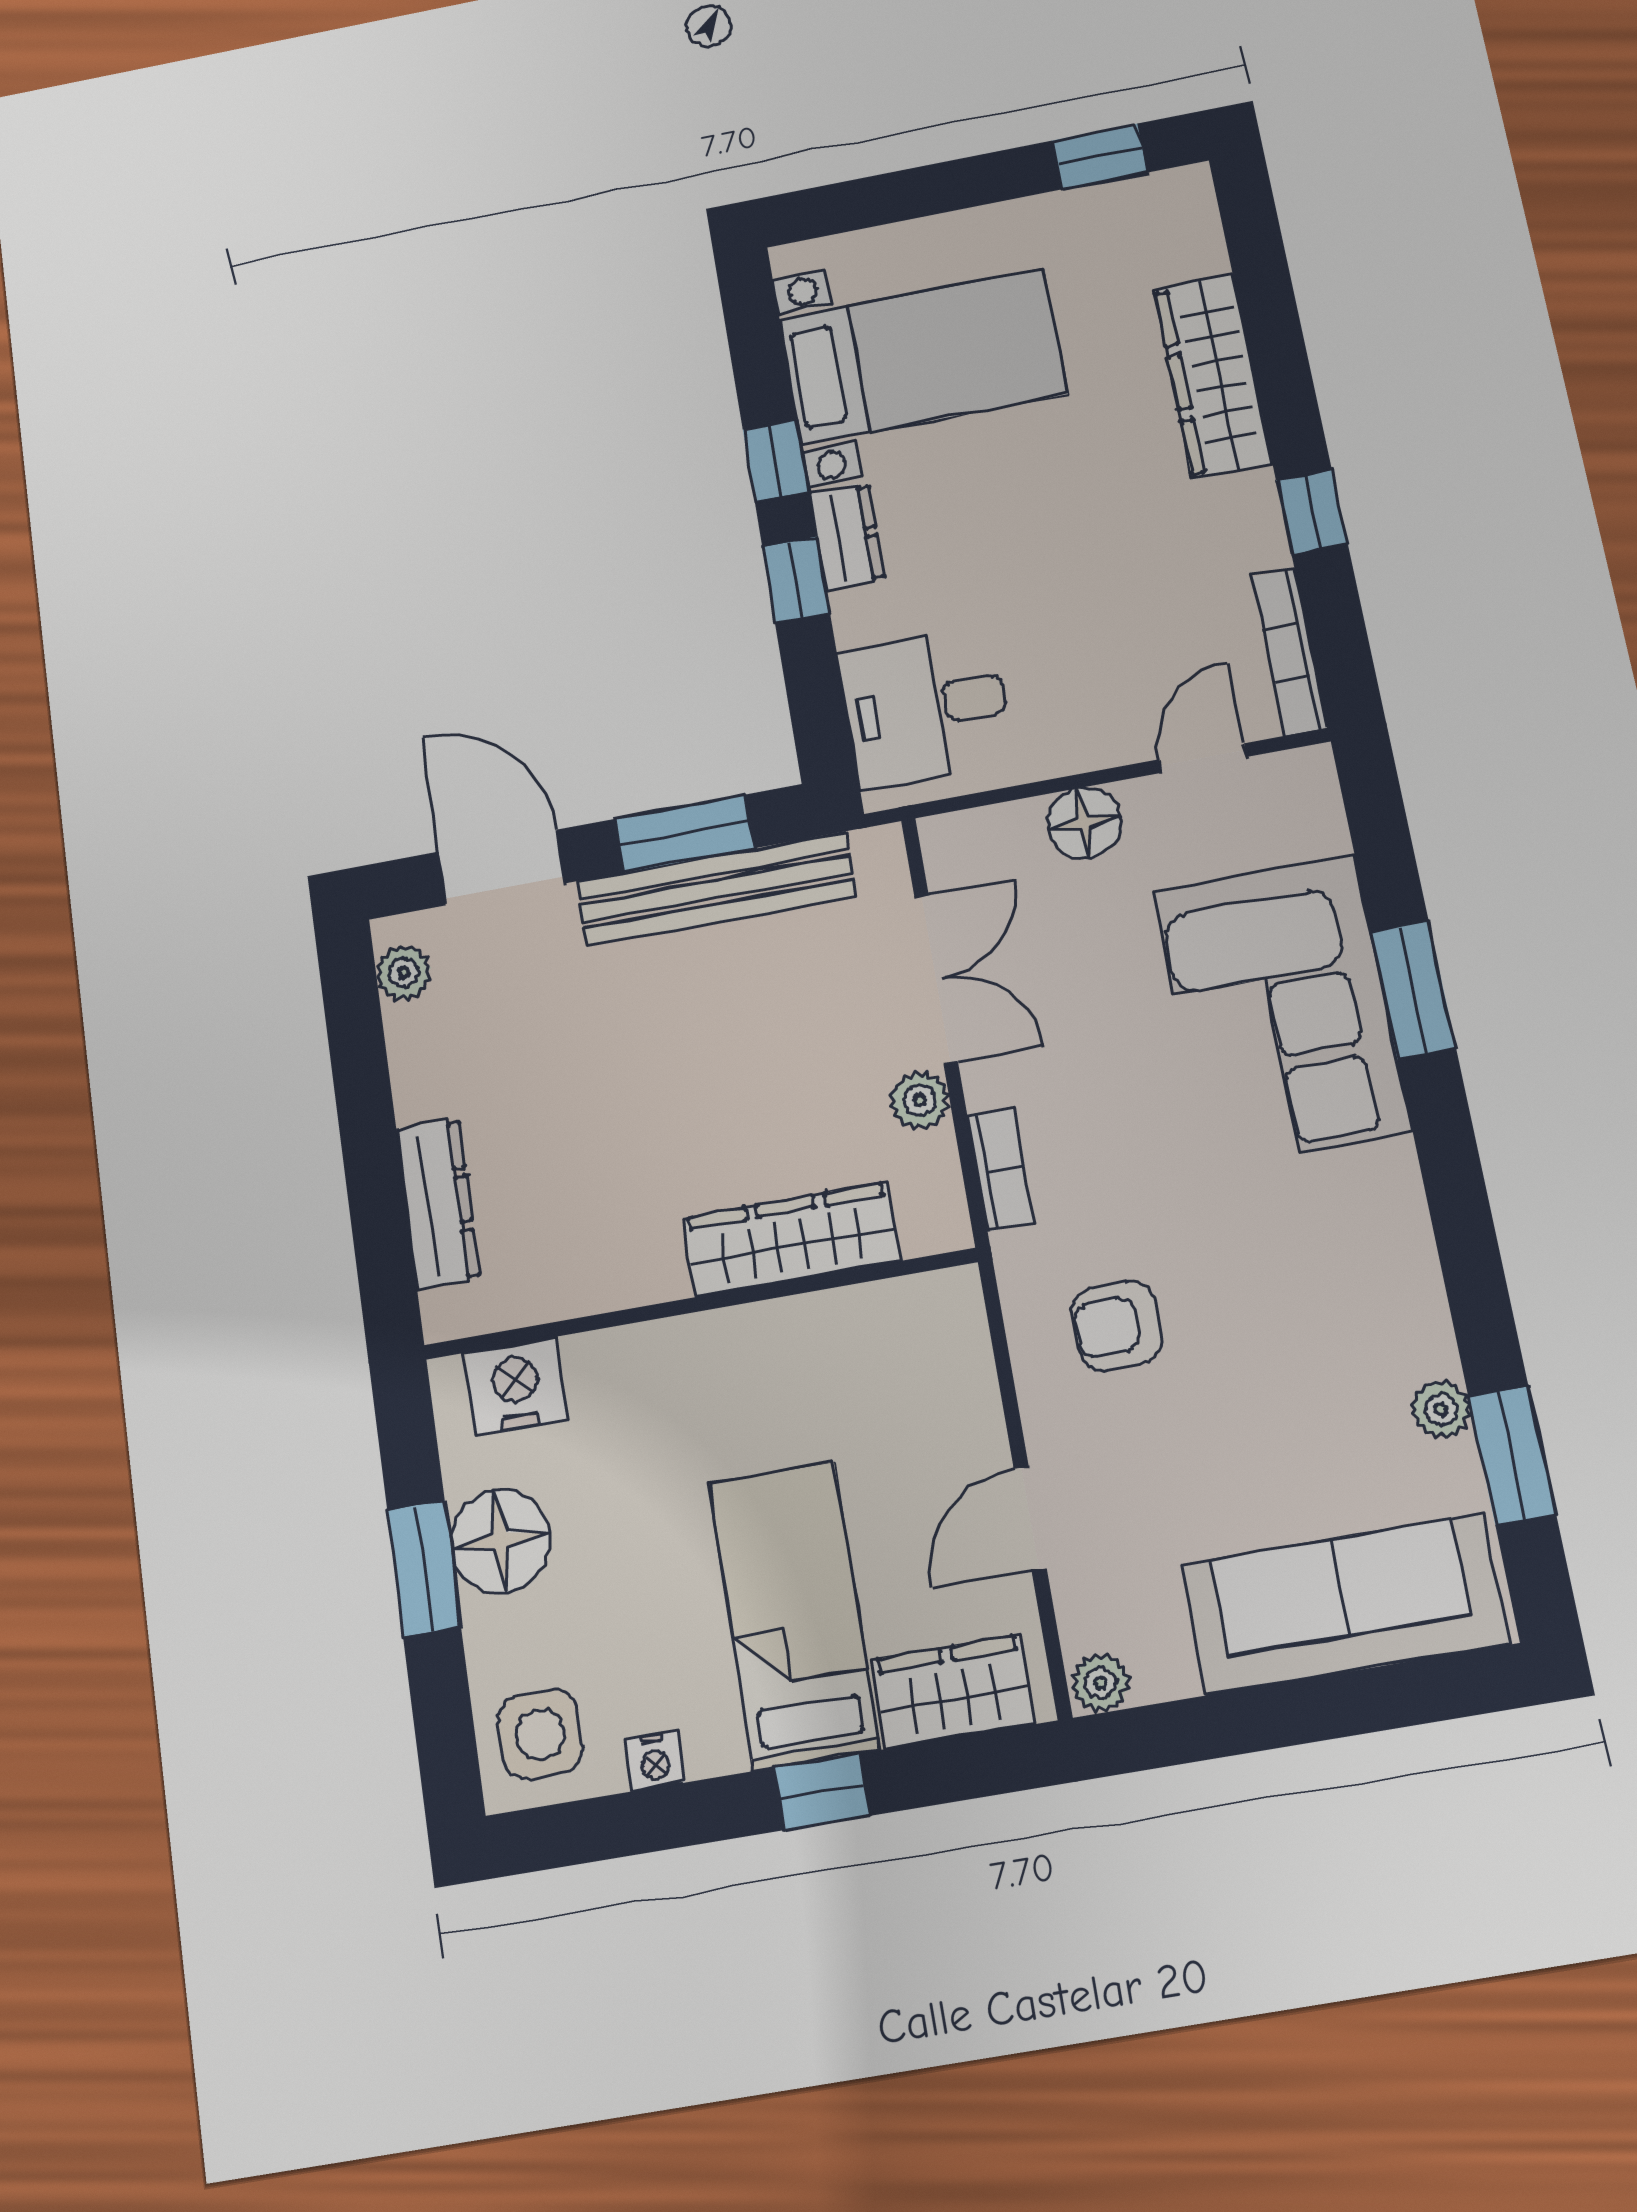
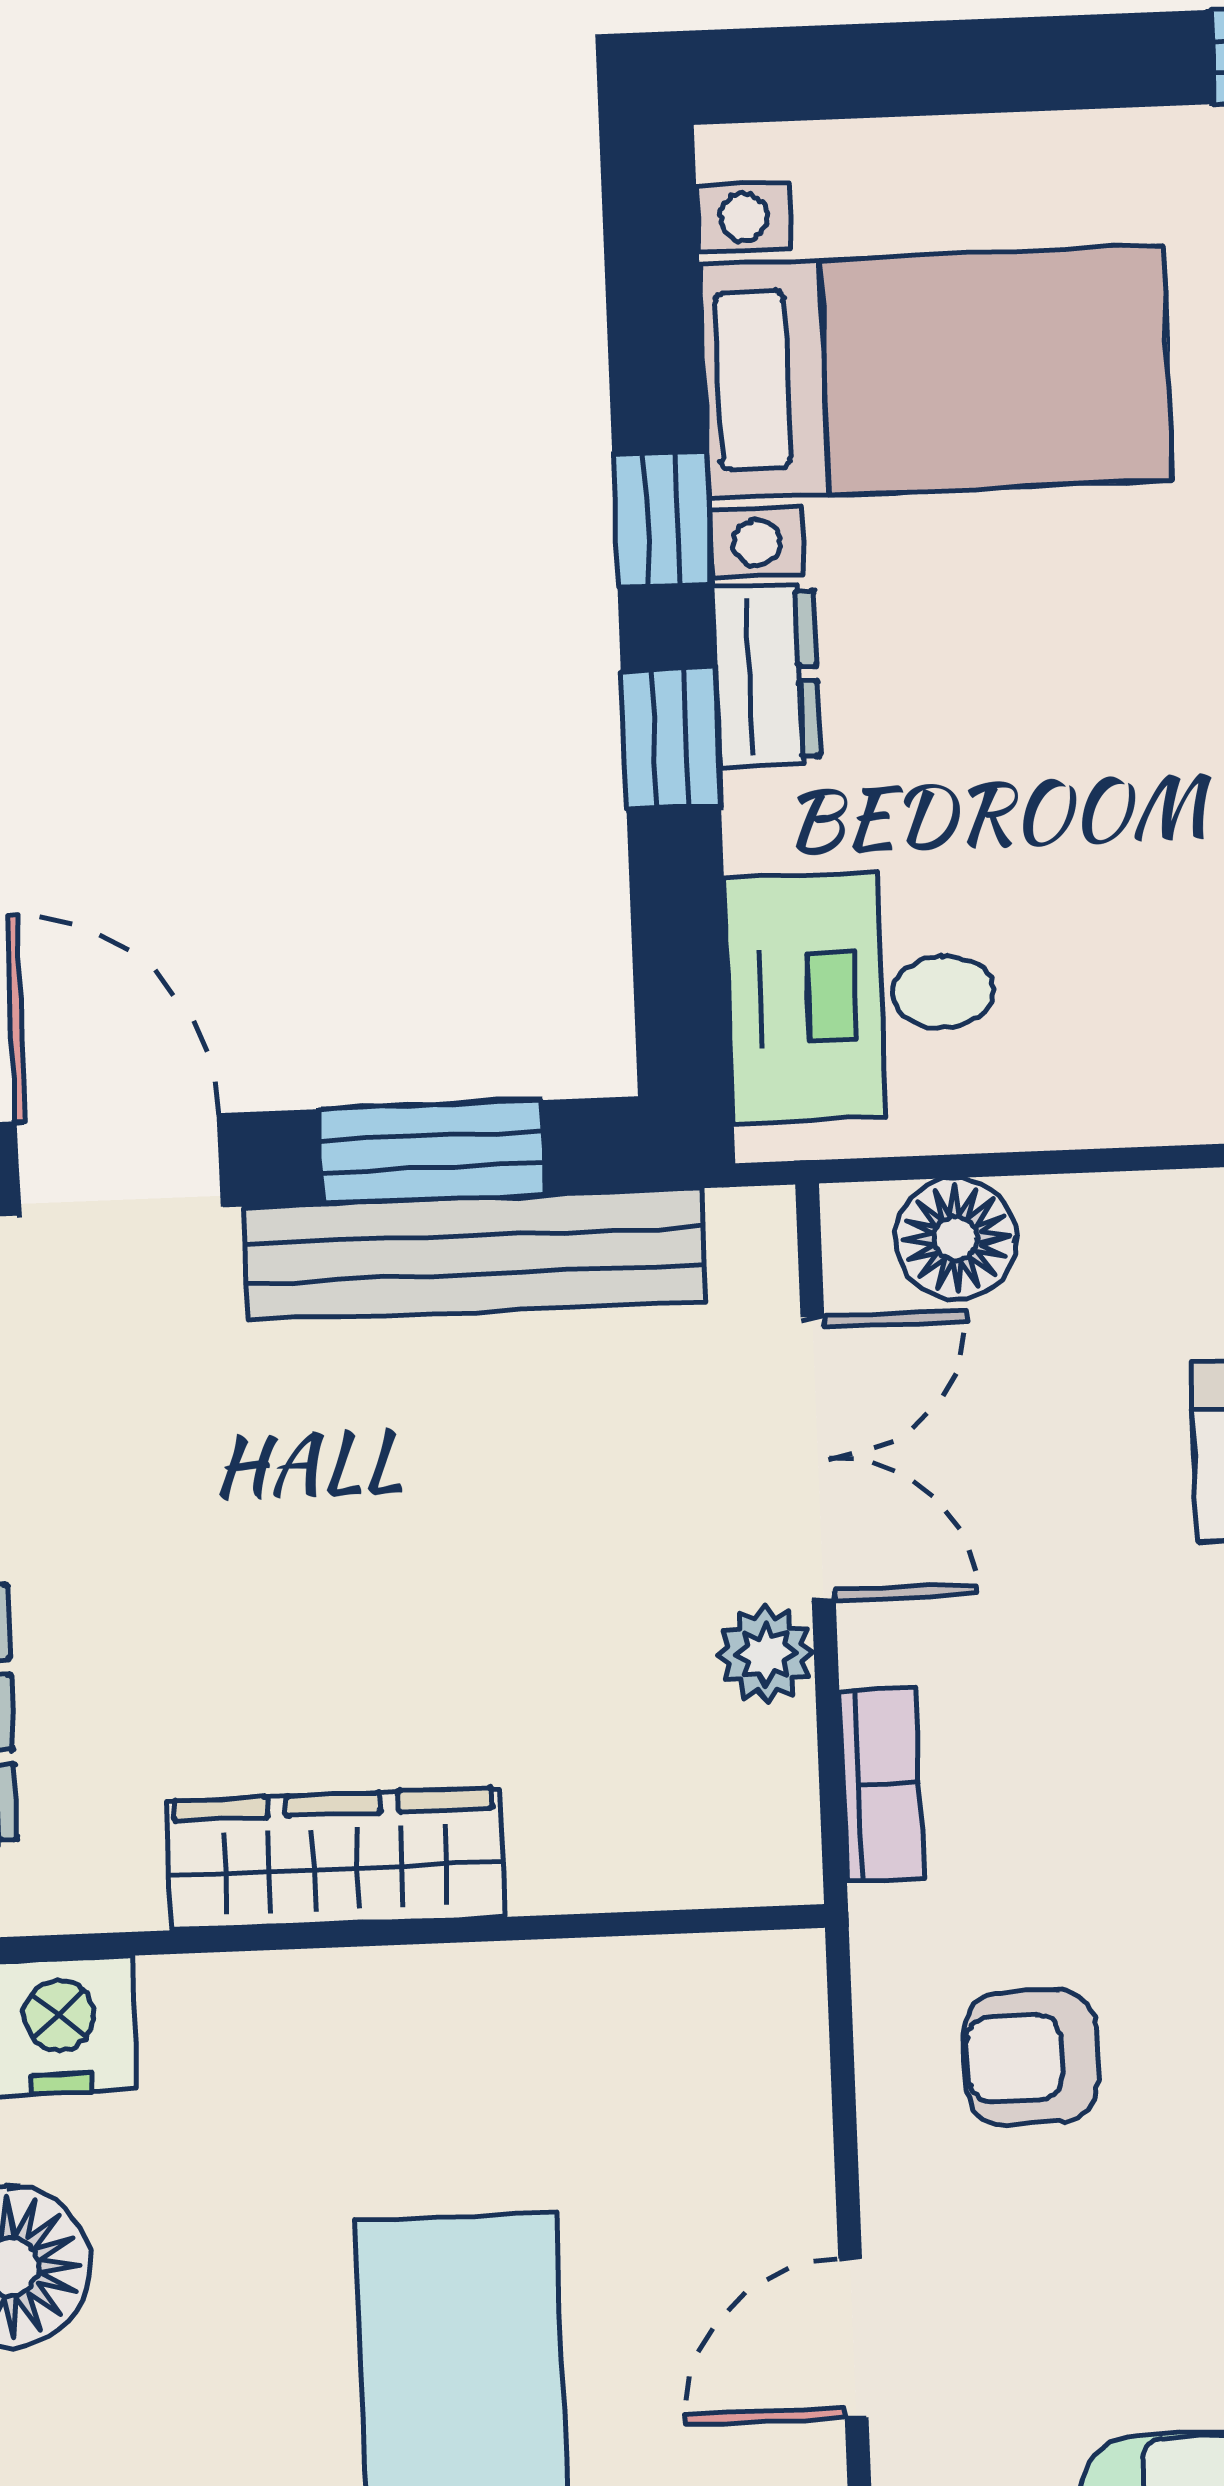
floor lamp: (1084, 823) -> (956, 1239), moved
wardrobe: (791, 1240) -> (335, 1859), moved

